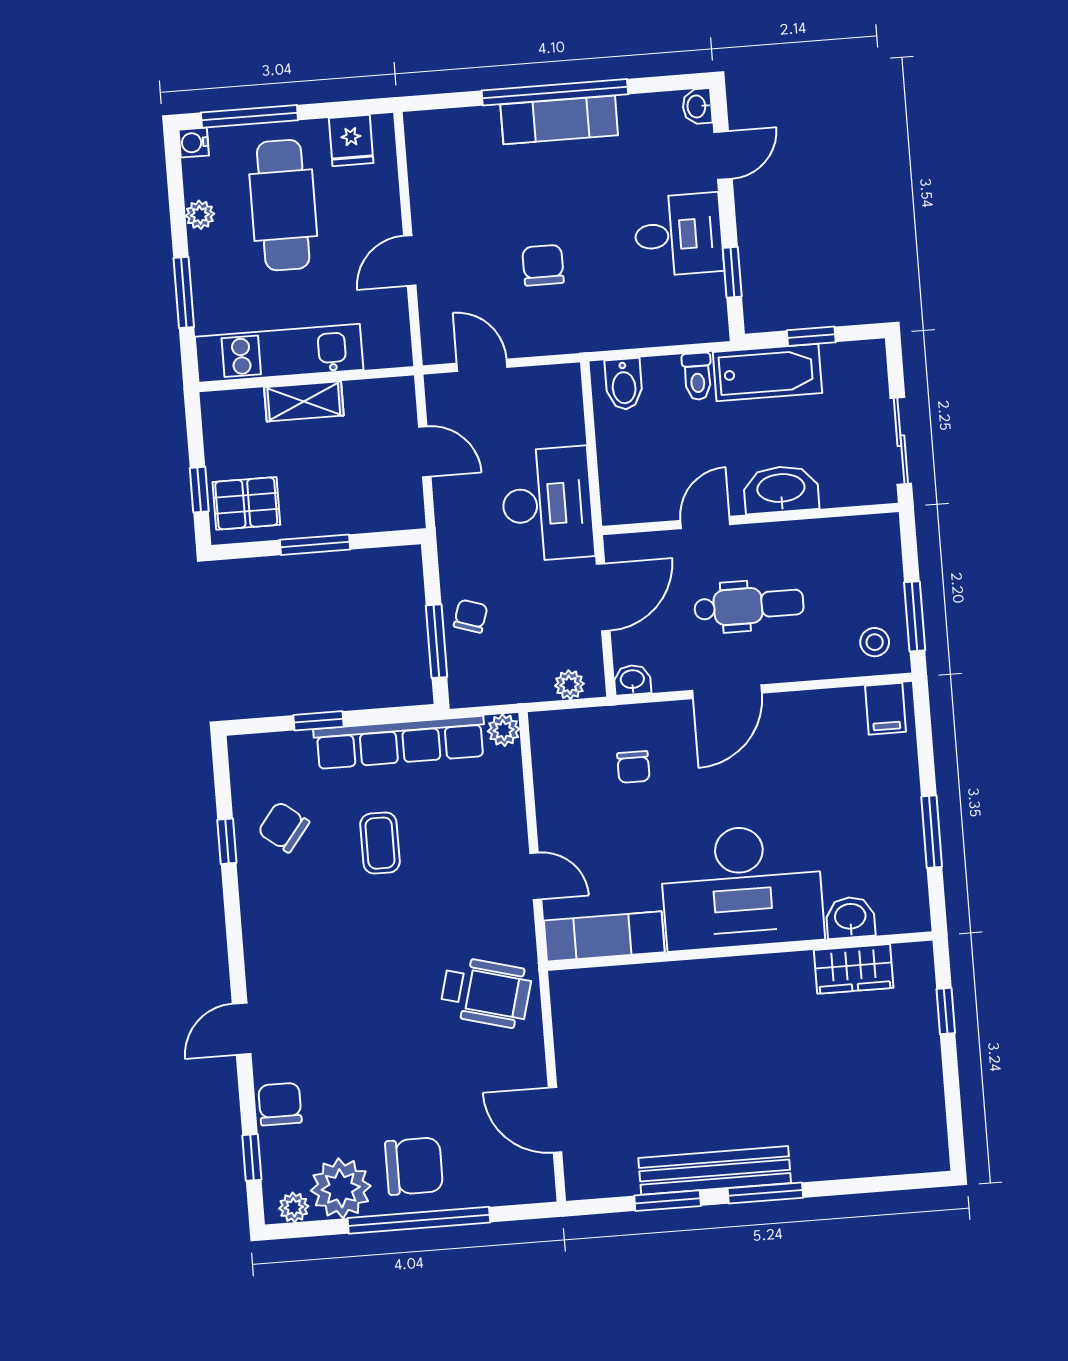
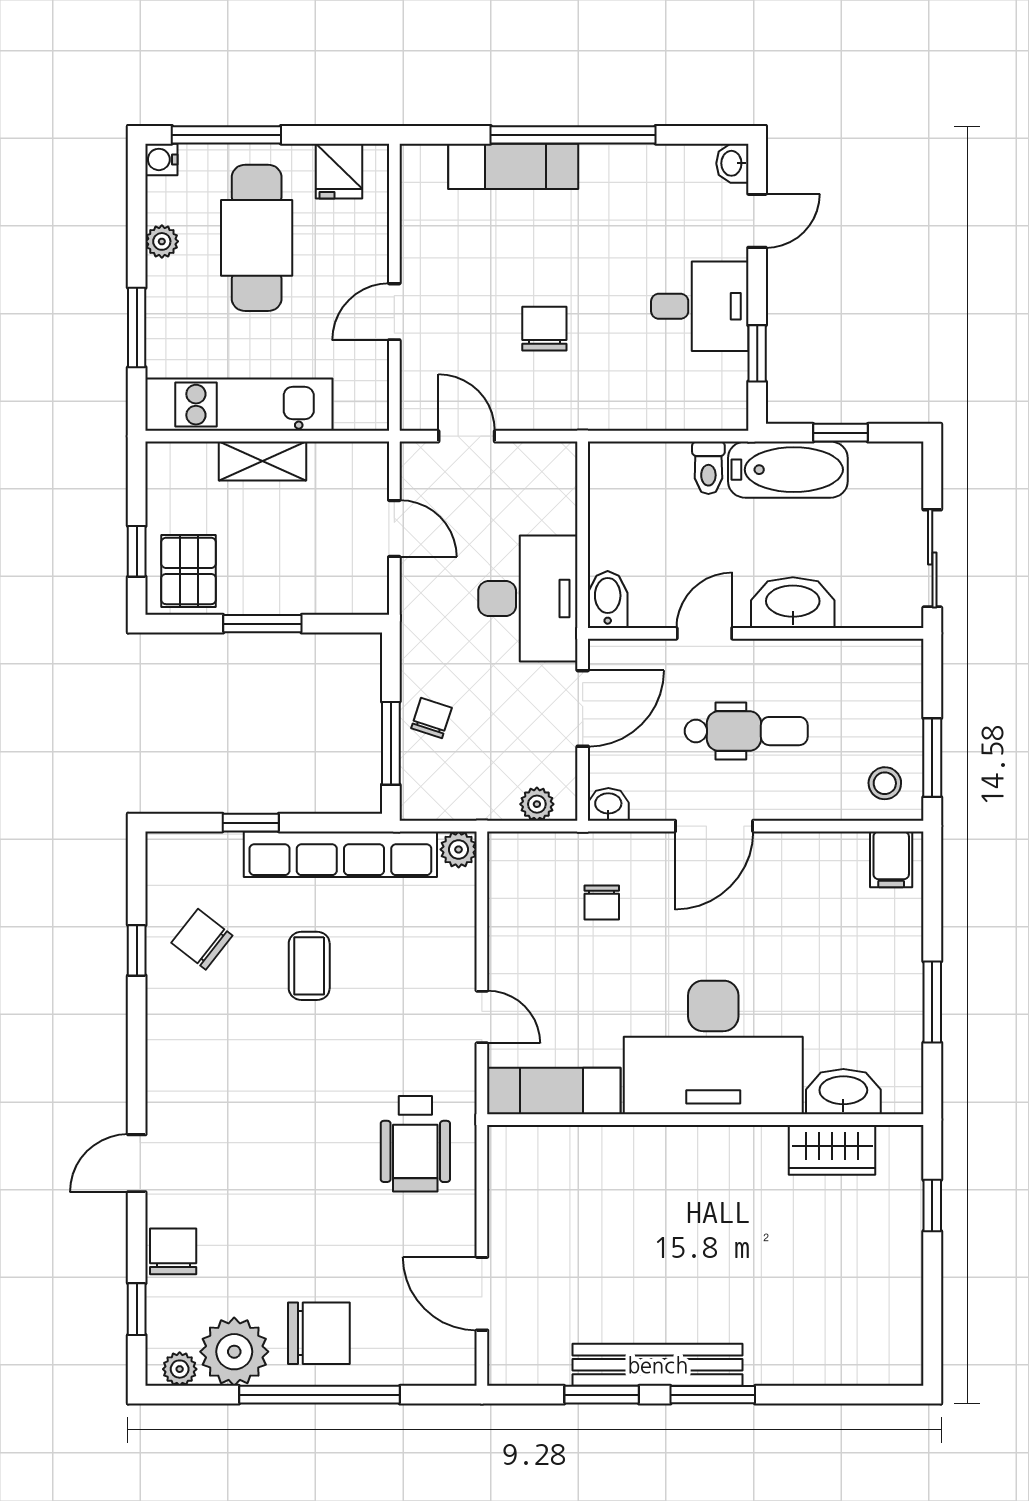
exam couch: (559, 120) -> (513, 166), moved
bidet: (624, 384) -> (608, 600), moved, turned 180
pallet: (246, 503) -> (189, 571), turned 90
washbasin: (850, 917) -> (843, 1092), width x1.38
wheelchair: (486, 992) -> (415, 1144), turned 75

